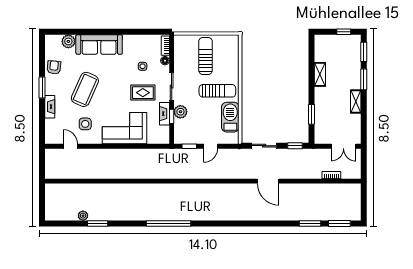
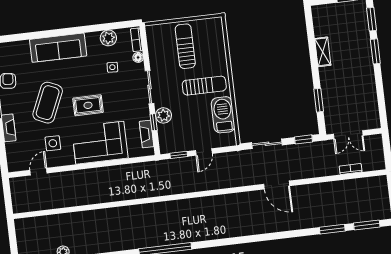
plant: (68, 41) -> (108, 38), moved
rug: (143, 93) -> (88, 105), moved
shelving: (356, 102) -> (369, 79), removed
fireplace: (164, 114) -> (147, 134), moved
door: (70, 146) -> (39, 172), hinge flipped
double door: (343, 146) -> (348, 135), moved

